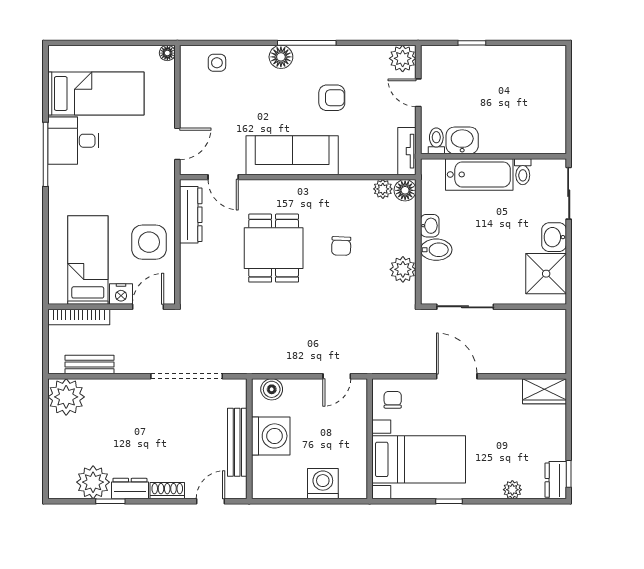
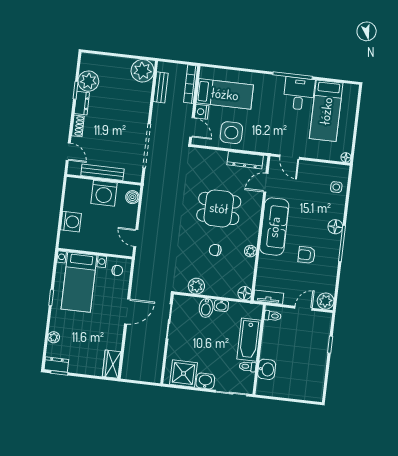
armchair: (332, 98) -> (307, 255), turned 90
washbasin: (462, 140) -> (267, 369), moved
plant: (383, 189) -> (250, 251), moved

